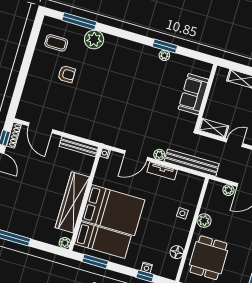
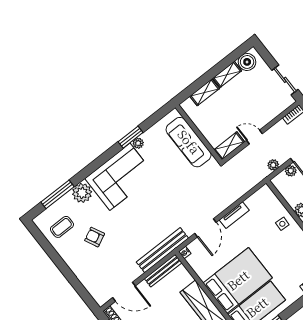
corner sofa: (128, 60) -> (120, 177), added
armchair: (67, 74) -> (95, 237), turned -116
sofa: (193, 94) -> (189, 142), width x1.36
door: (235, 143) -> (254, 137), hinge flipped
plant: (159, 155) -> (273, 165), moved
bench: (192, 163) -> (162, 250), moved

